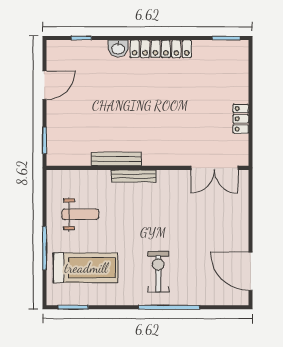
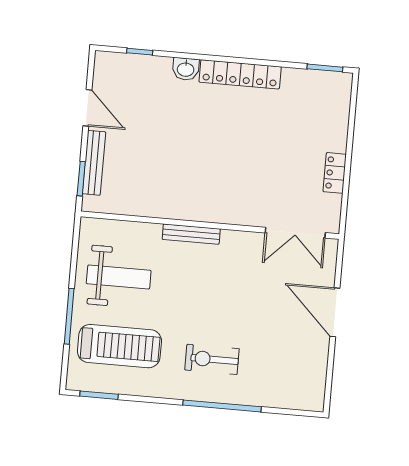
door: (45, 85) -> (87, 108), hinge flipped
bench: (116, 159) -> (94, 163), moved, turned 90
weight bench: (80, 214) -> (119, 277), width x1.36, depth x1.33
door: (250, 271) -> (335, 312), moved
exercise bike: (158, 272) -> (212, 359), turned -90

